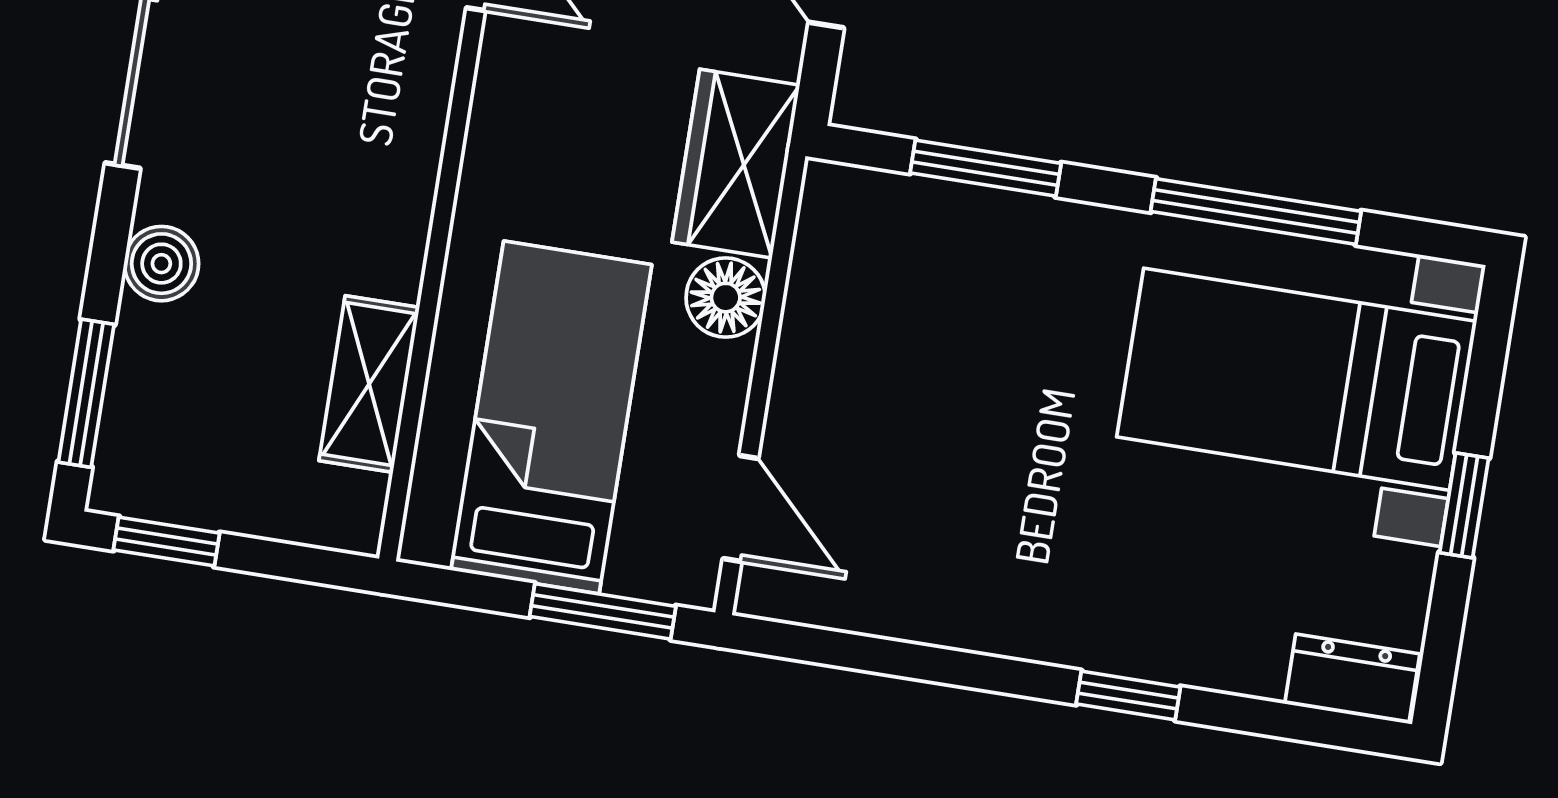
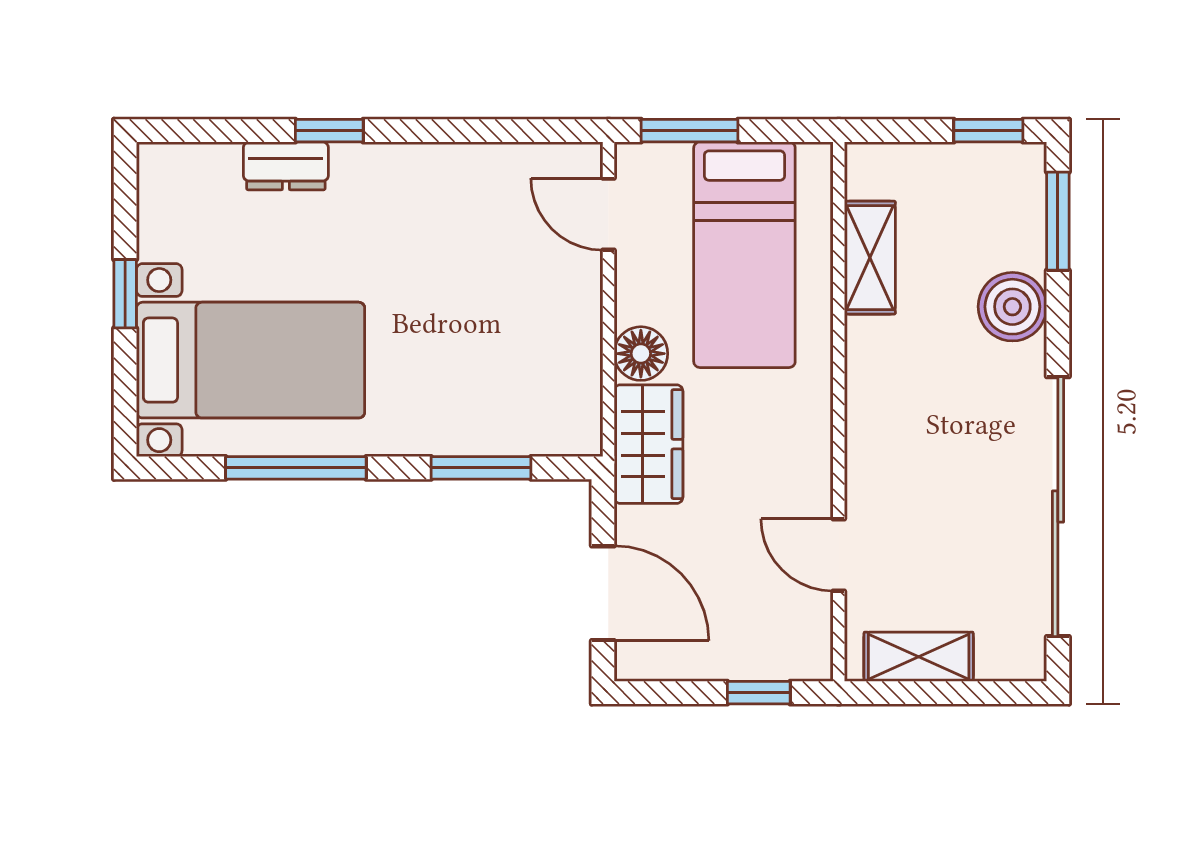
boiler: (161, 264) -> (1012, 307), width x1.36, depth x1.36
dresser: (1352, 679) -> (286, 166), moved

